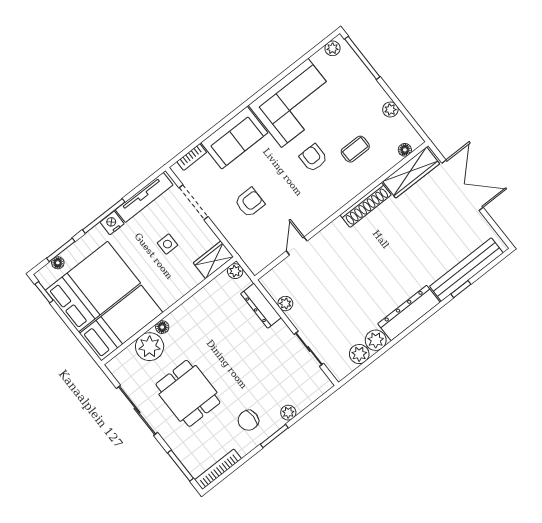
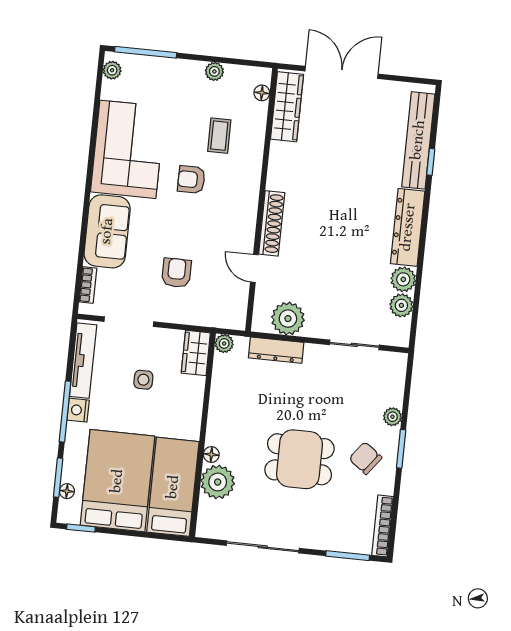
shoe rack: (366, 205) -> (272, 223), moved
plant: (285, 304) -> (288, 319), width x1.88, depth x1.88
dining table: (188, 393) -> (299, 459), moved
chair: (248, 420) -> (365, 458), turned 127

